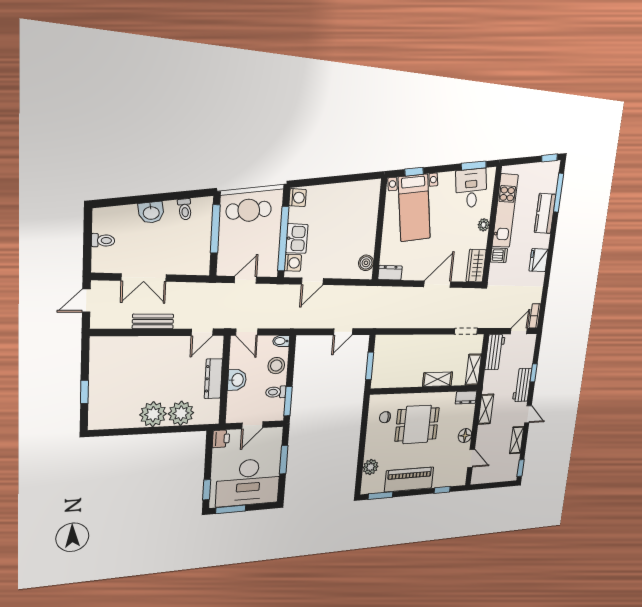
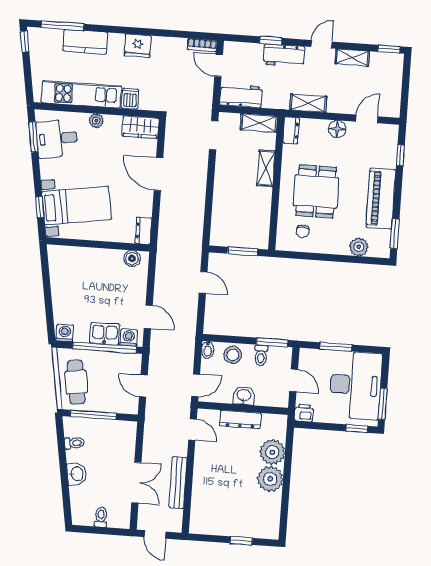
bench: (153, 321) -> (178, 483), width x1.36

